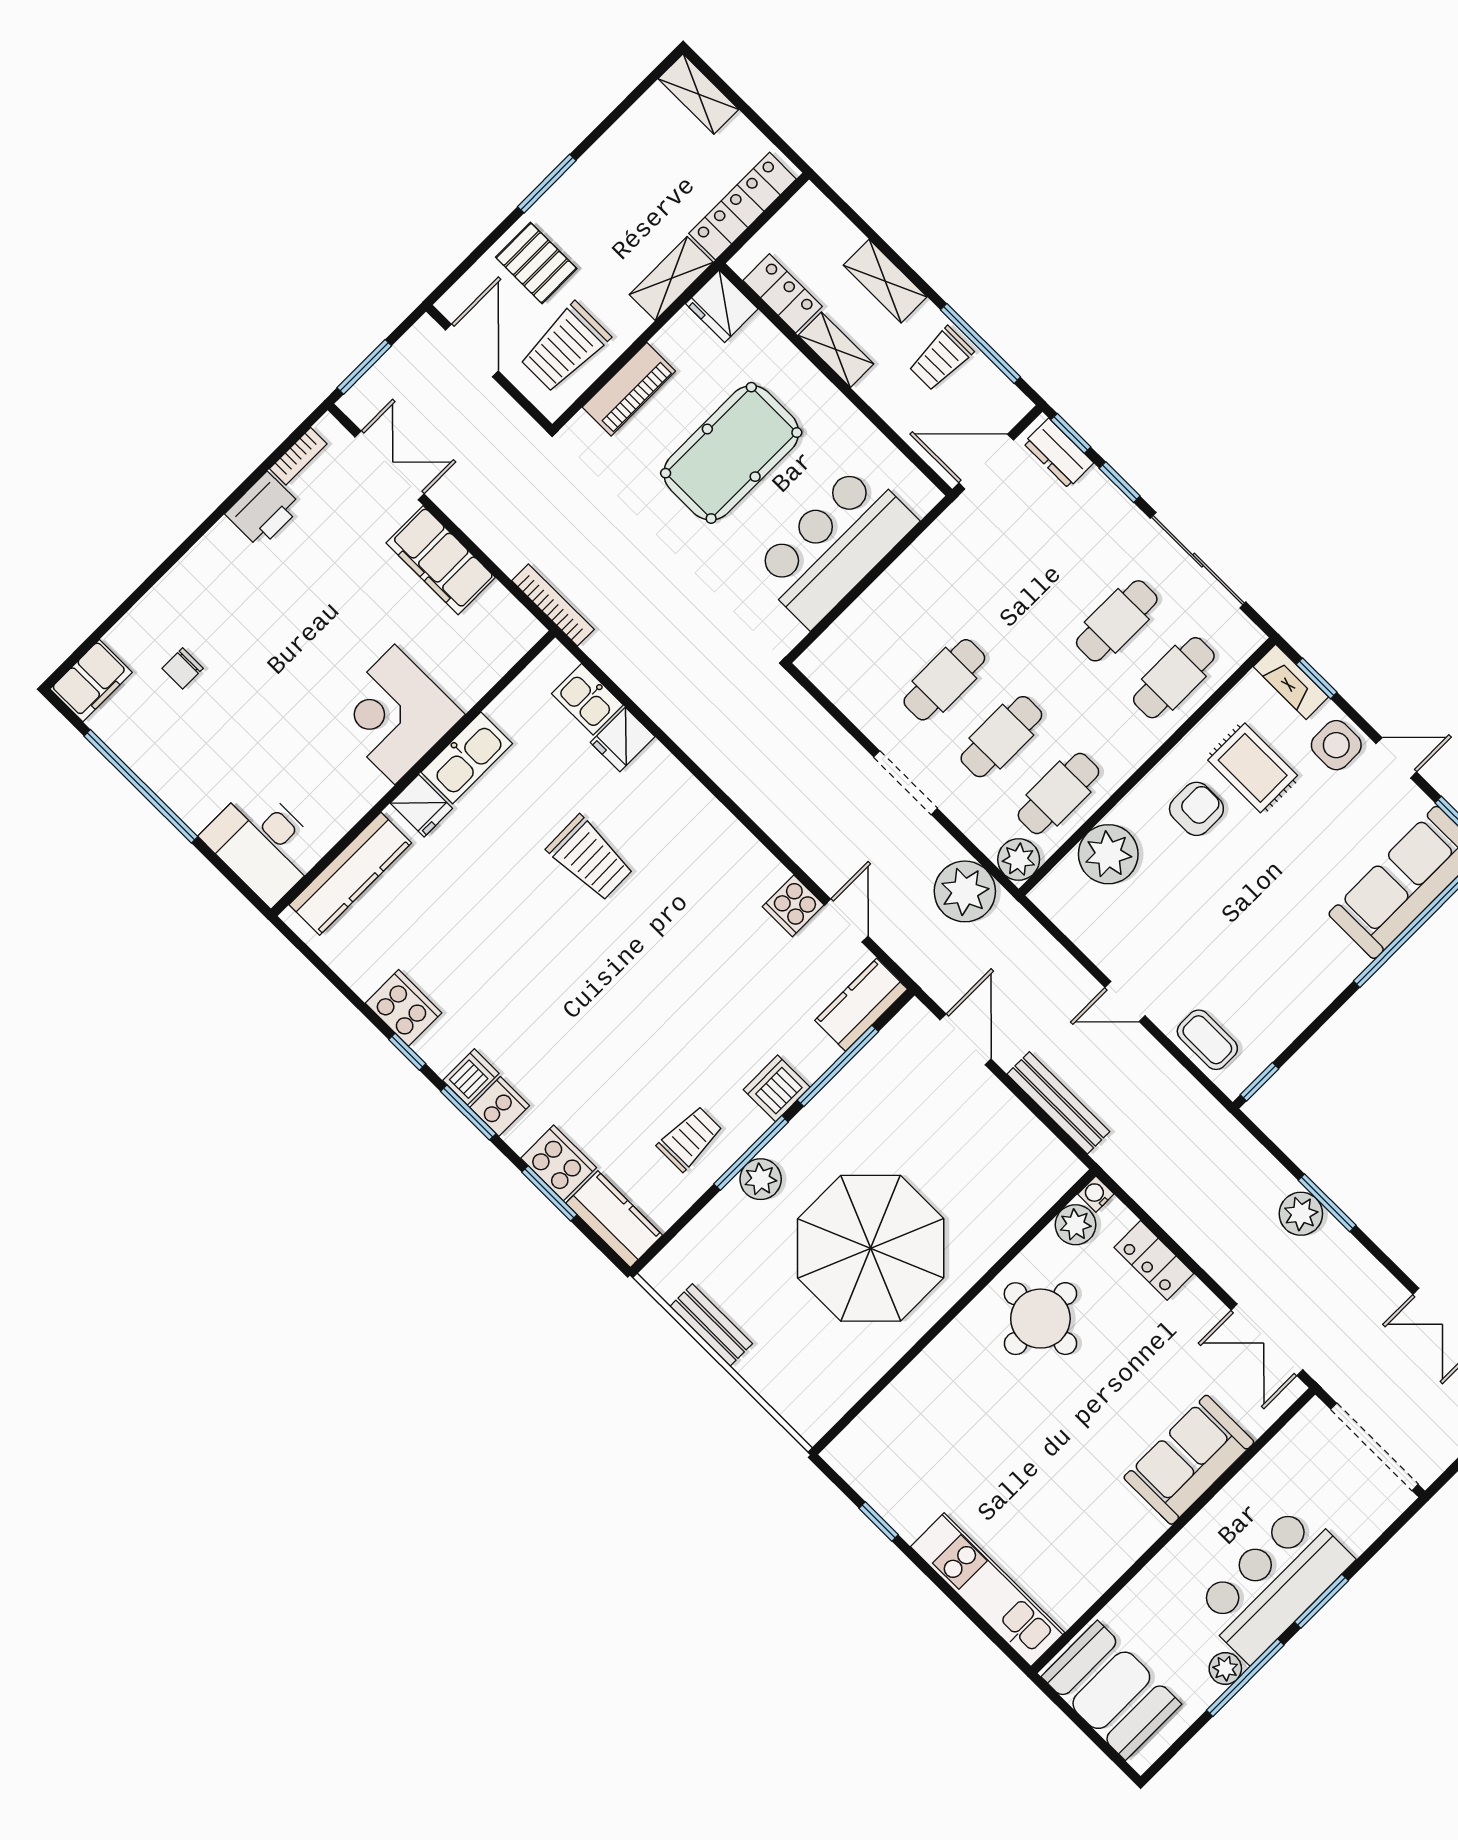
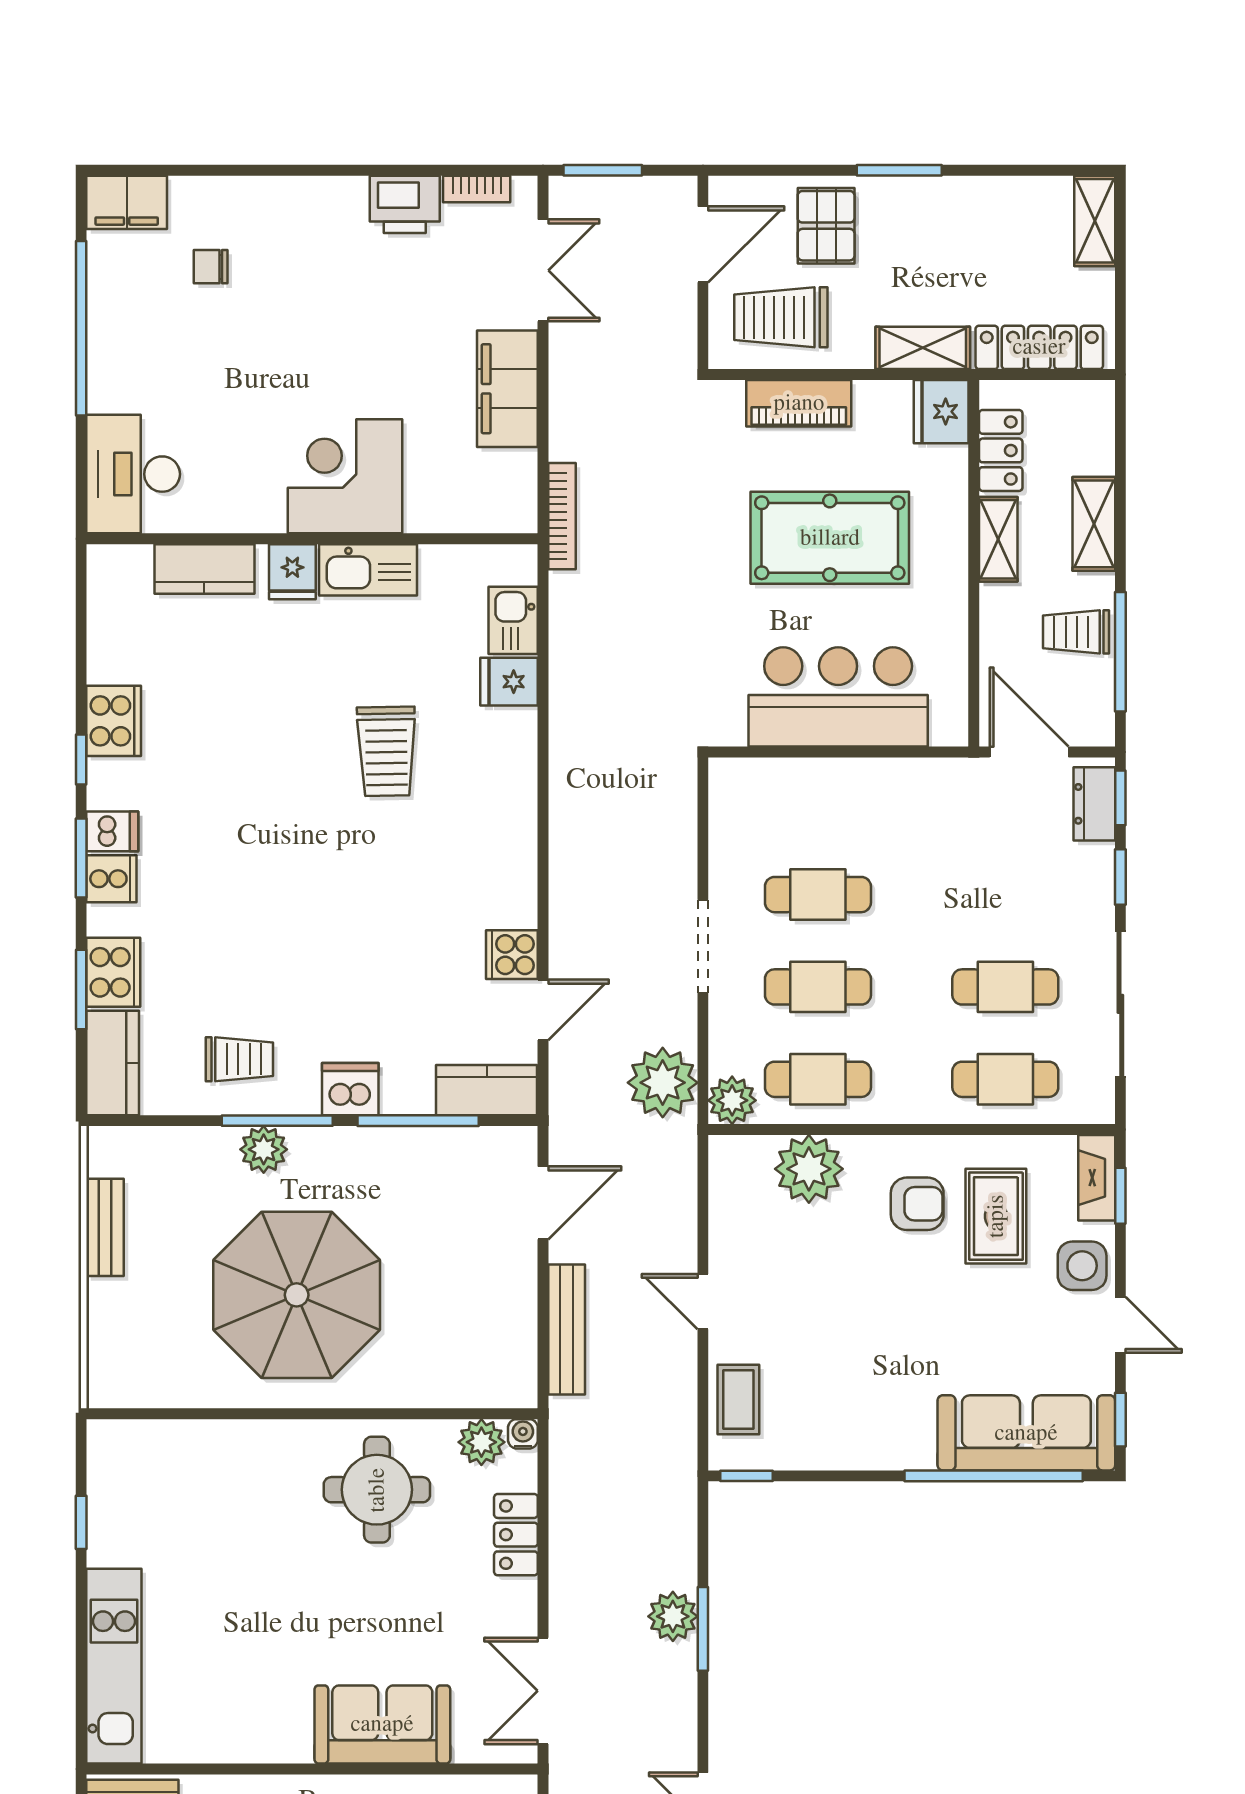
kitchen counter: (350, 874) -> (204, 569), width x0.67

